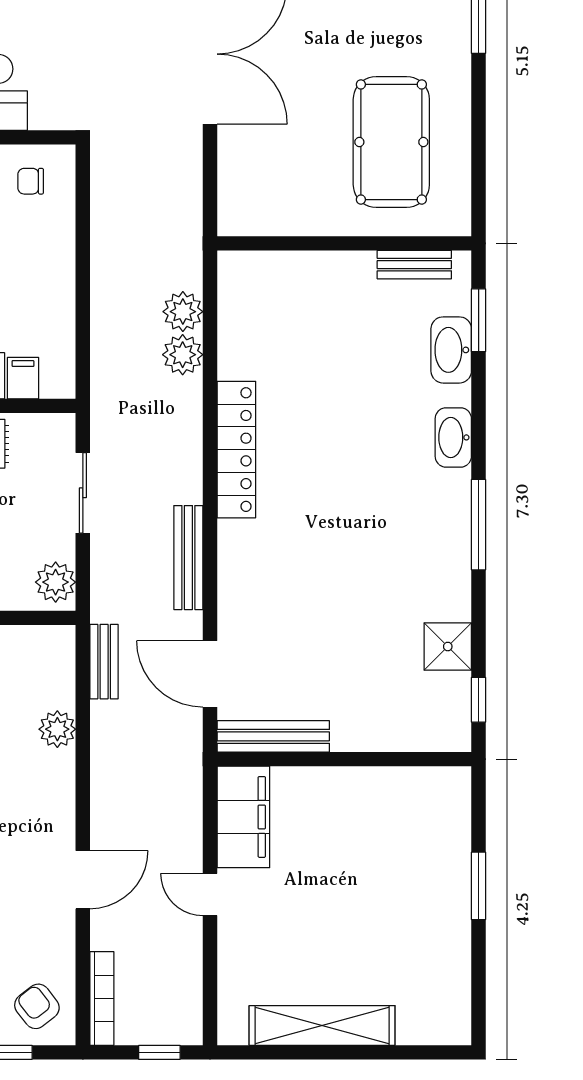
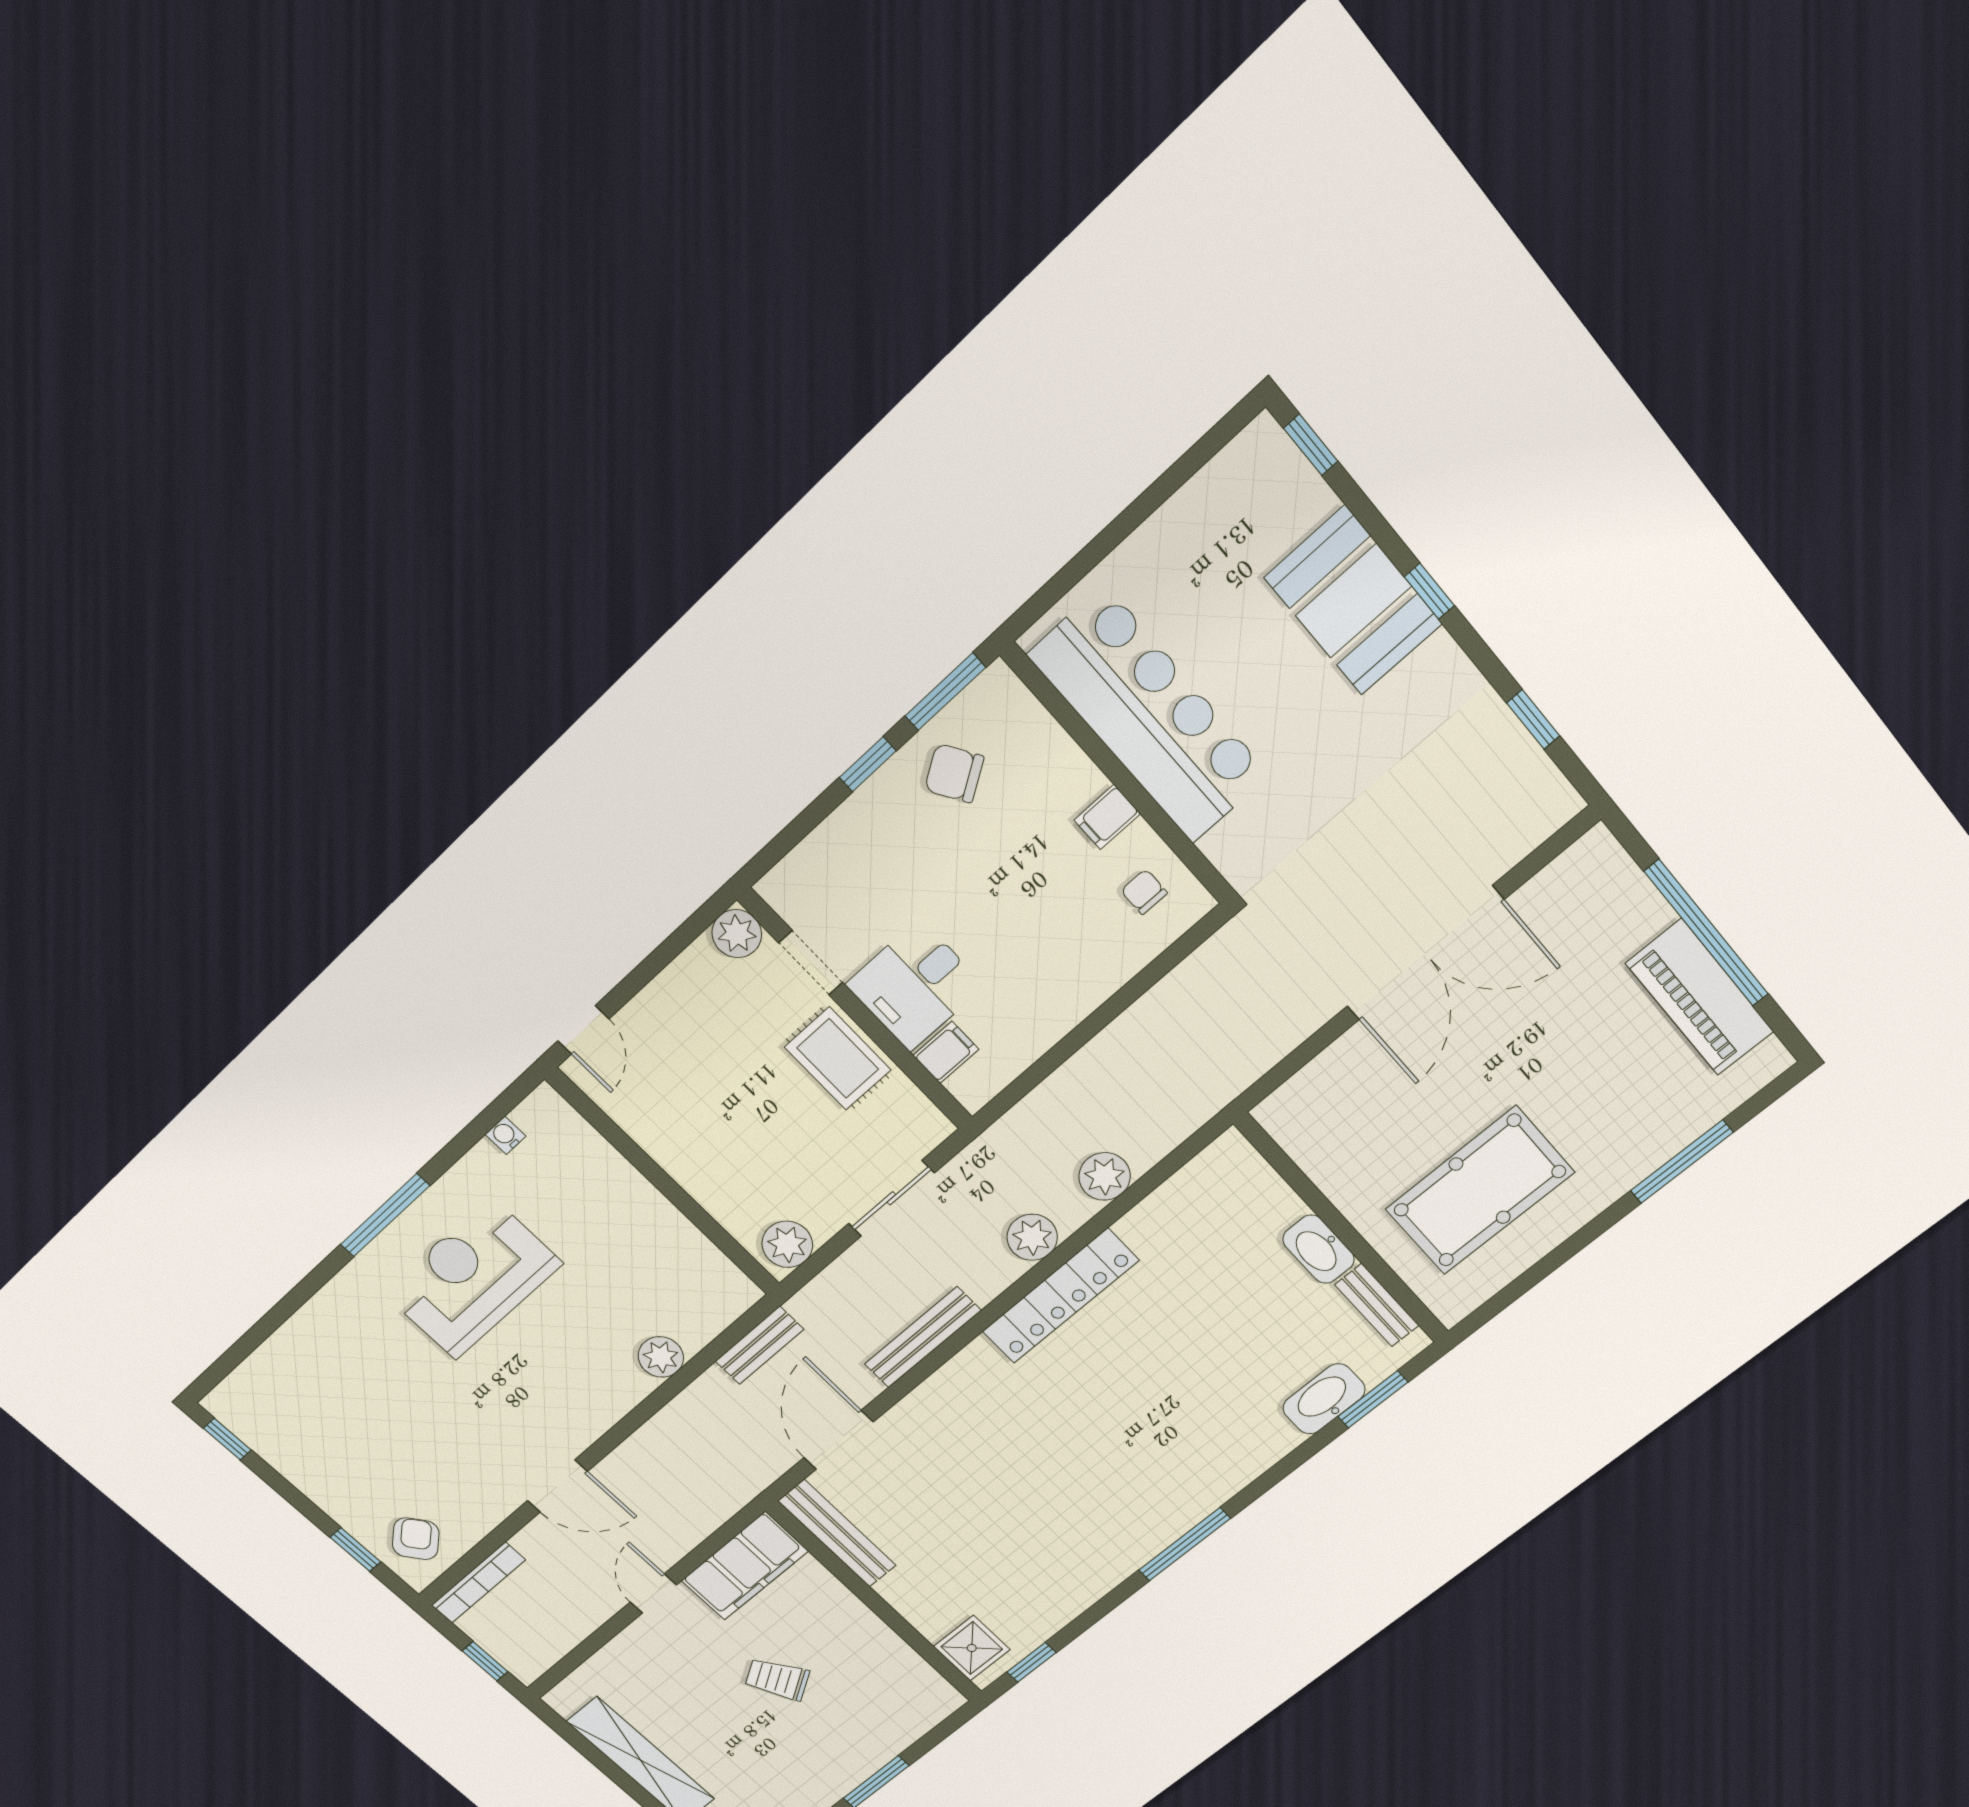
plant: (183, 312) -> (1032, 1237), moved
washbasin: (453, 437) -> (1319, 1249), moved, turned -90
shower: (448, 647) -> (972, 1648), moved
trolley: (343, 876) -> (777, 1679), added

